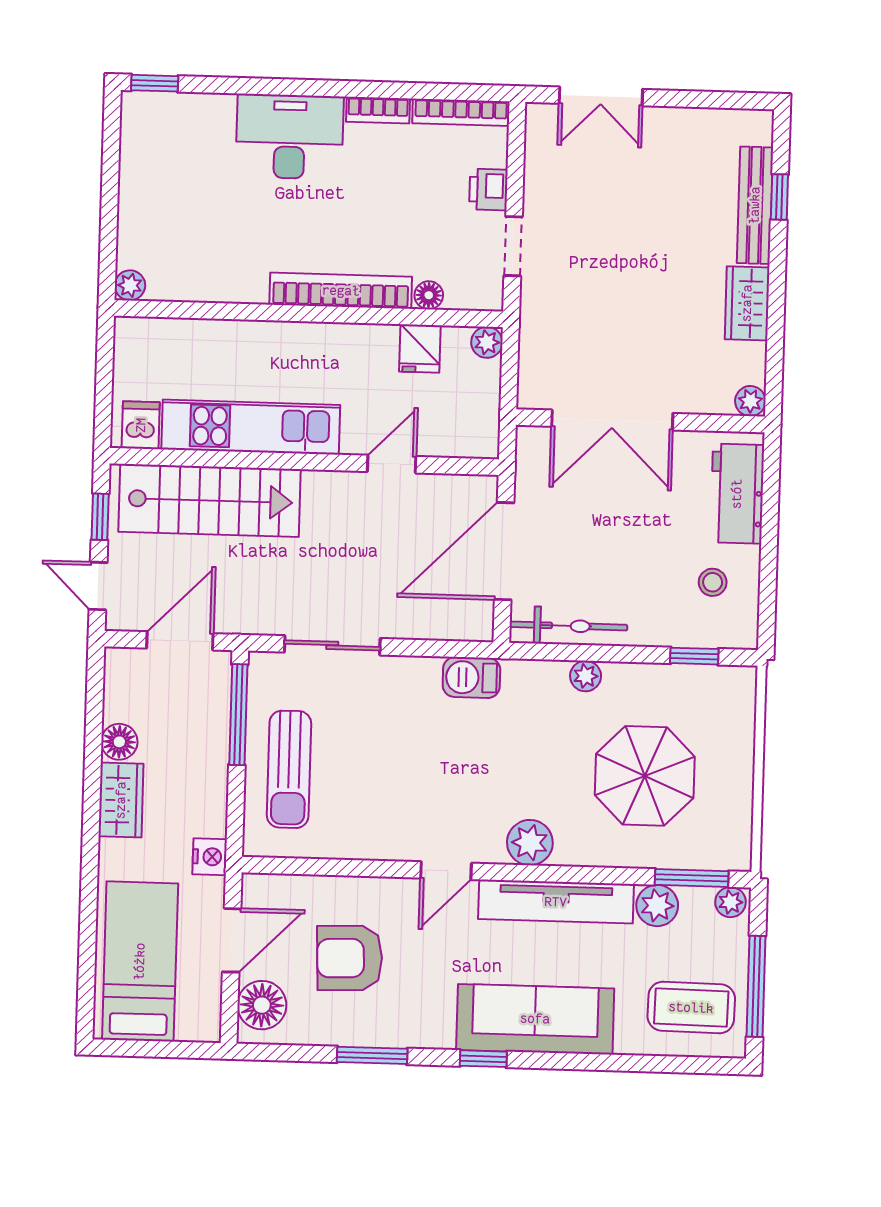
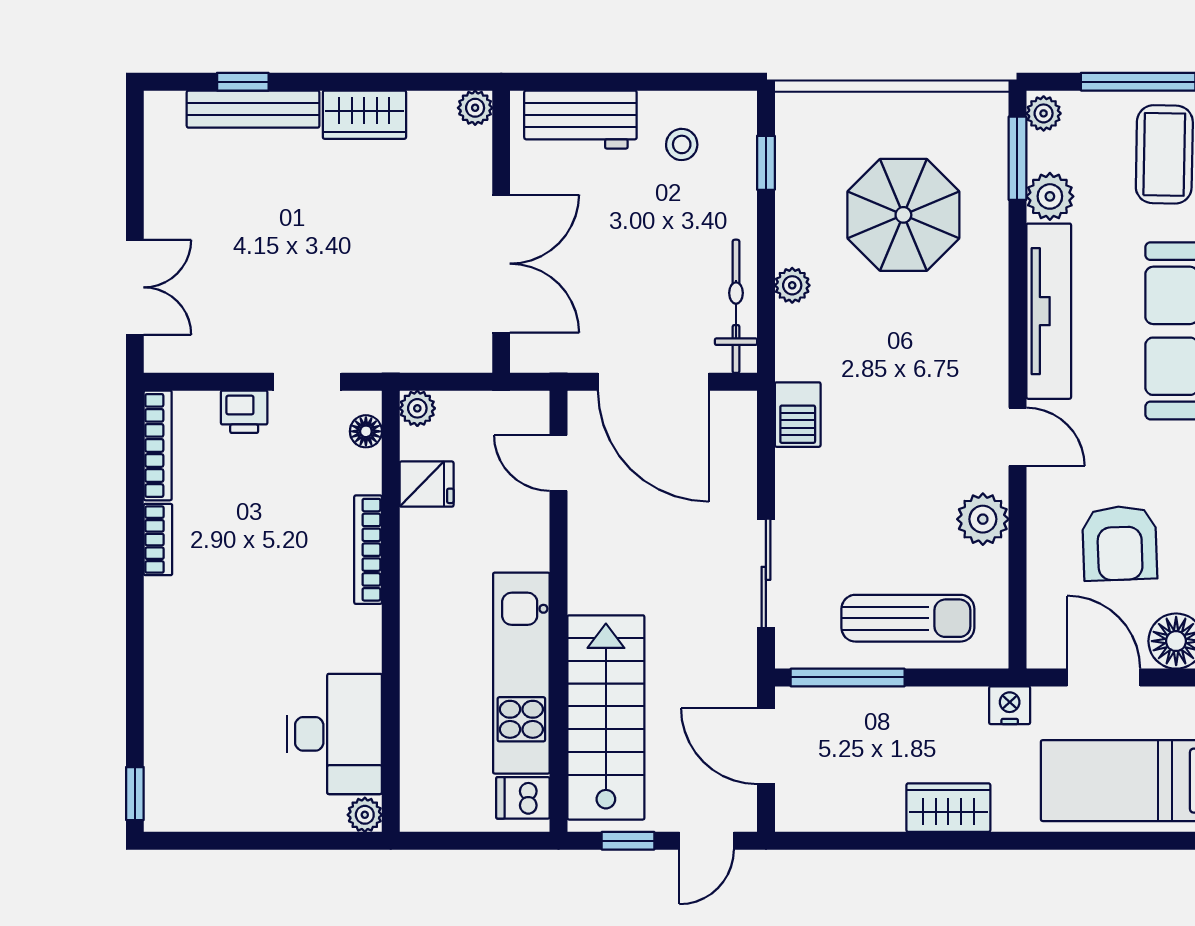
desk: (290, 137) -> (335, 734), moved, turned 180
bookcase: (341, 291) -> (368, 550), width x0.68, depth x0.76
floor lamp: (429, 295) -> (366, 431), moved
door: (392, 464) -> (559, 463), moved
floor lamp: (119, 742) -> (882, 811), removed
plant: (530, 843) -> (983, 519), moved

